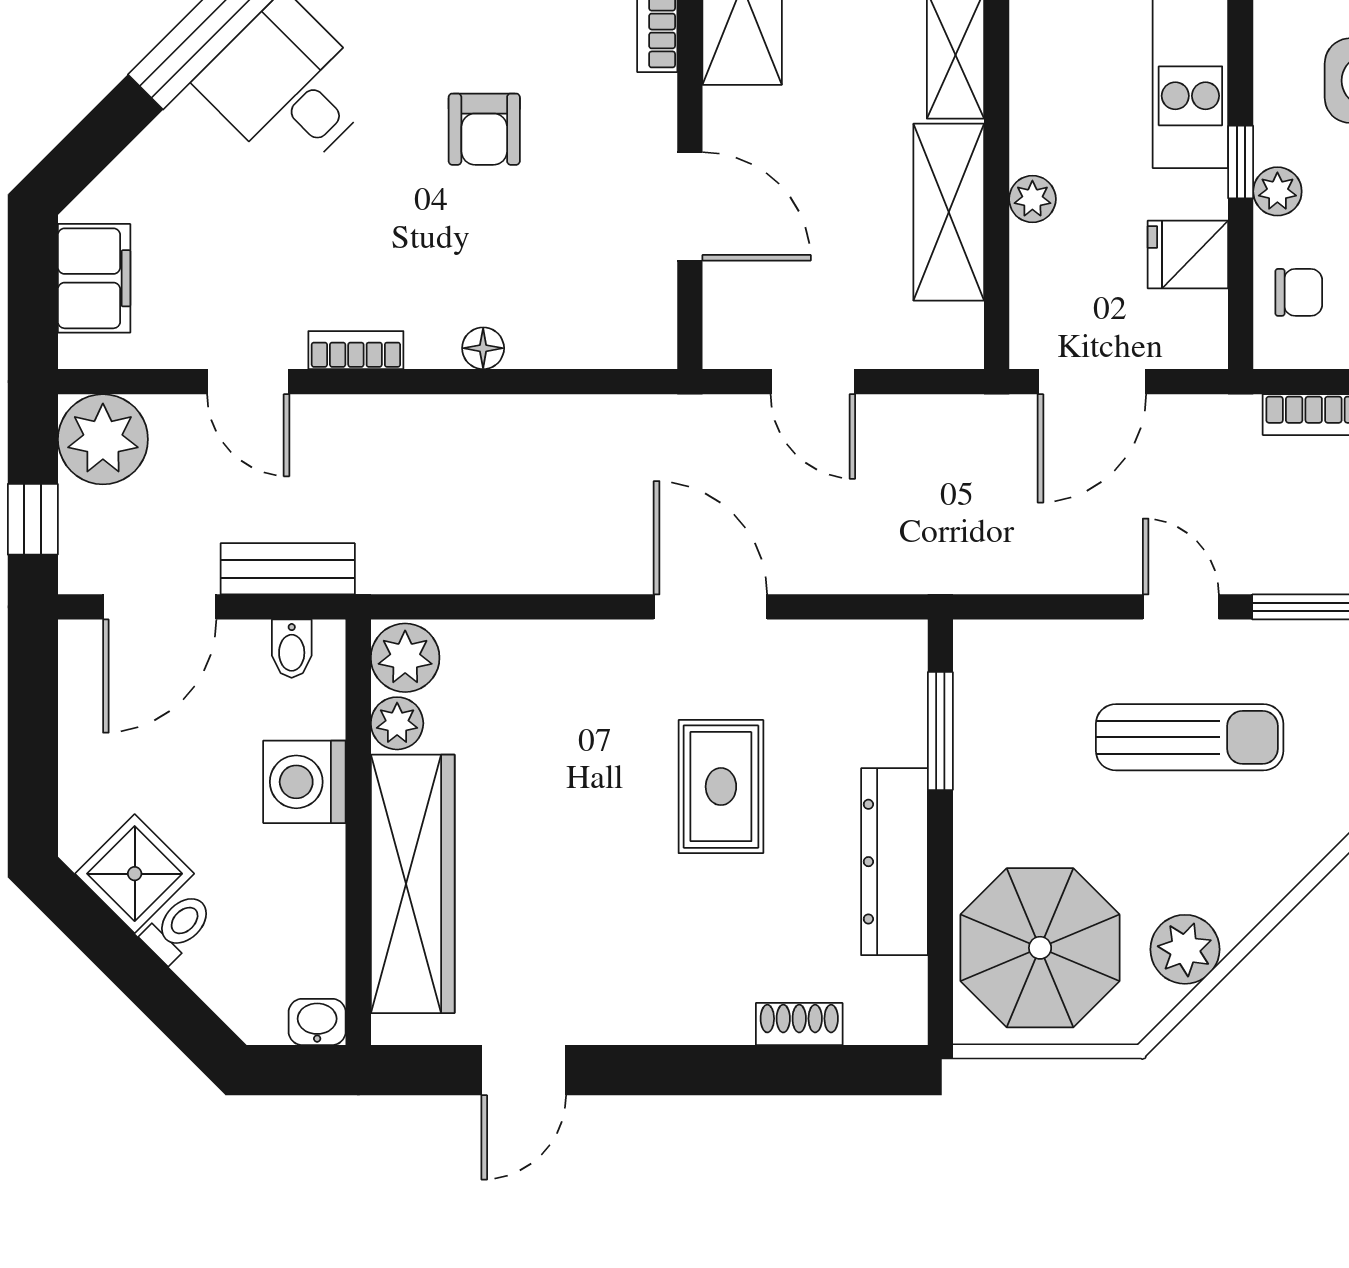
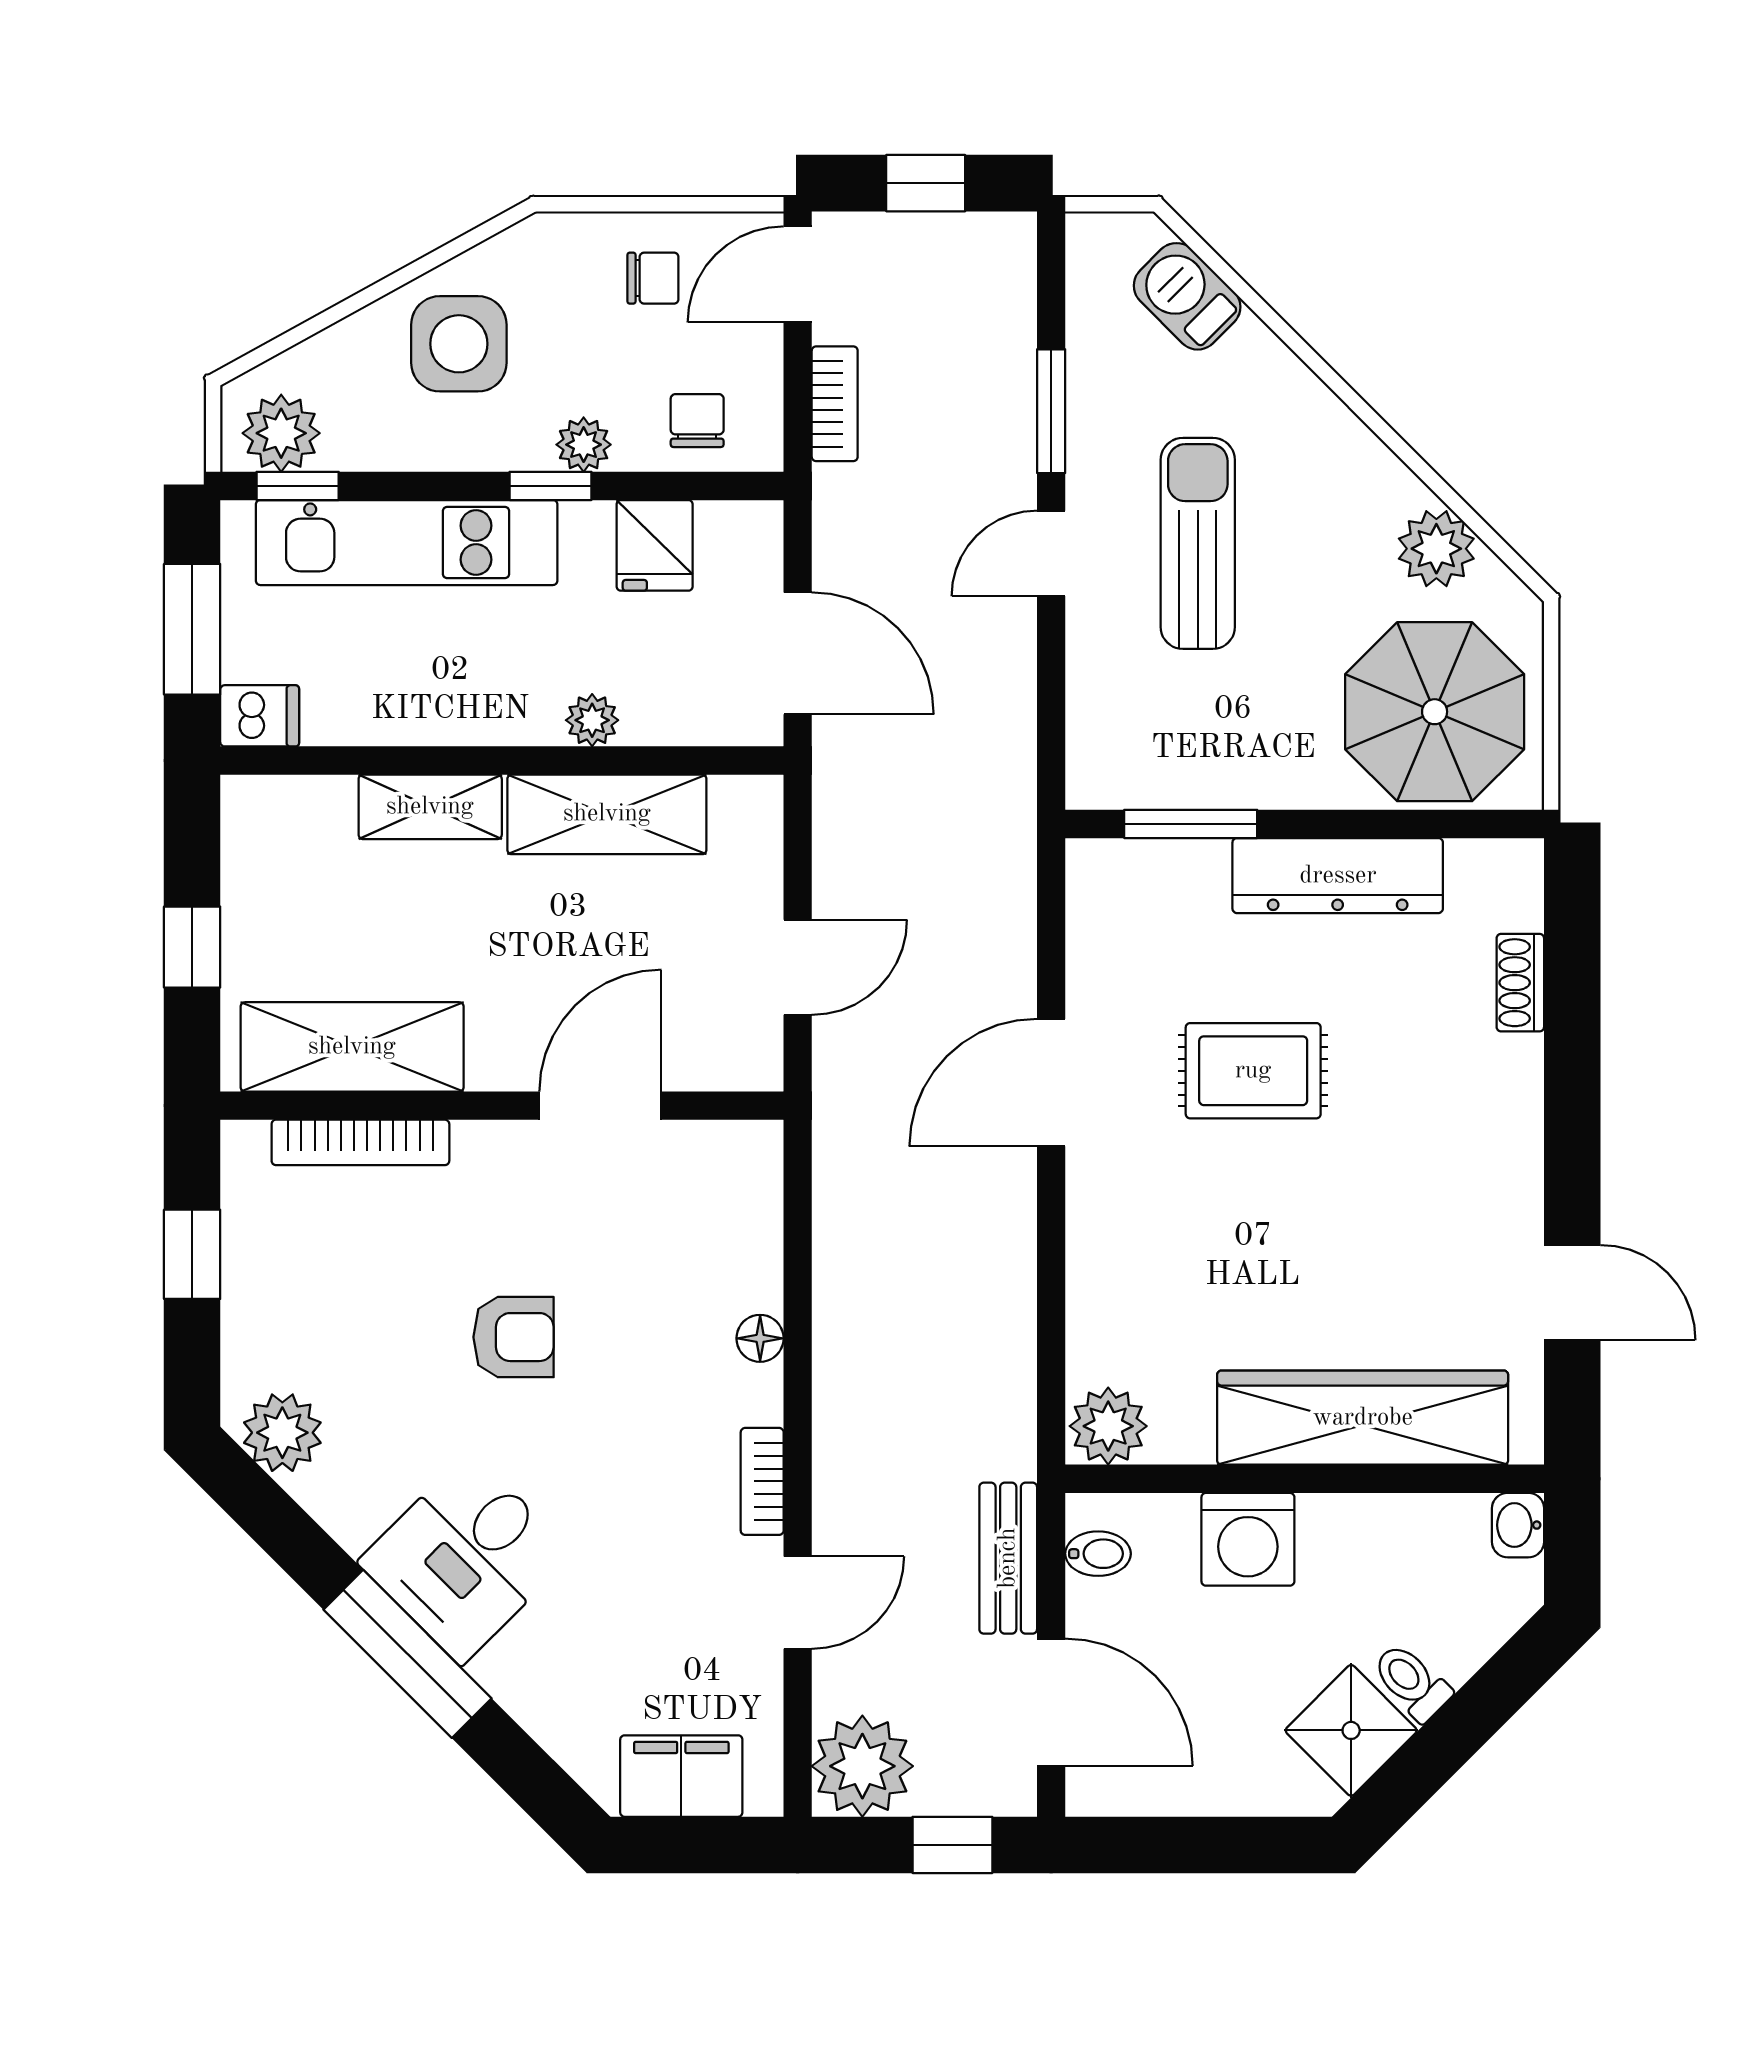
plant: (397, 723) -> (1182, 1435), removed

